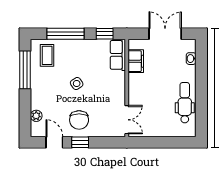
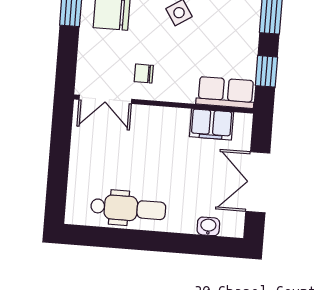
double door: (165, 34) -> (258, 182), swing flipped
chair: (111, 100) -> (144, 73), added

